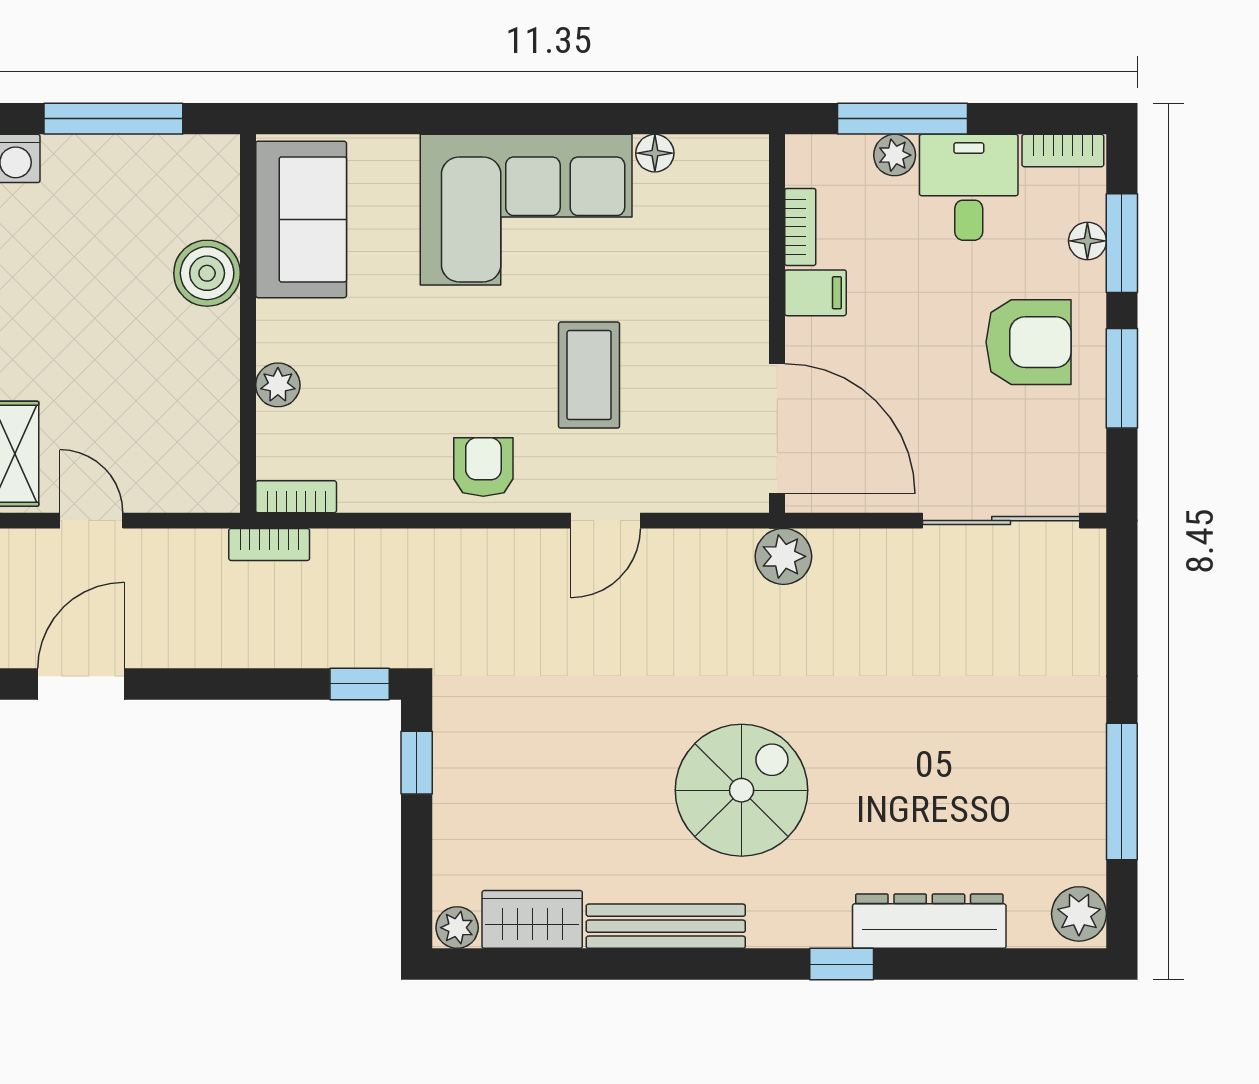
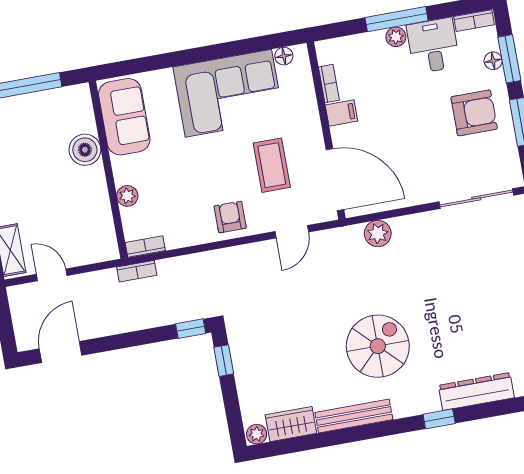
bookcase: (800, 227) -> (329, 84), moved
filing cabinet: (815, 293) -> (341, 113), moved
wall: (777, 324) -> (326, 131), moved
door: (777, 429) -> (335, 180), moved

